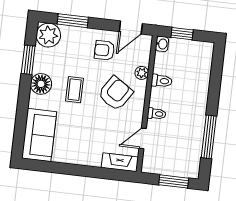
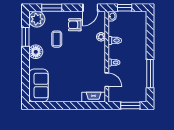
coffee table: (75, 90) -> (57, 39), moved
armchair: (115, 93) -> (85, 52), removed
door: (143, 138) -> (107, 80), swing flipped

